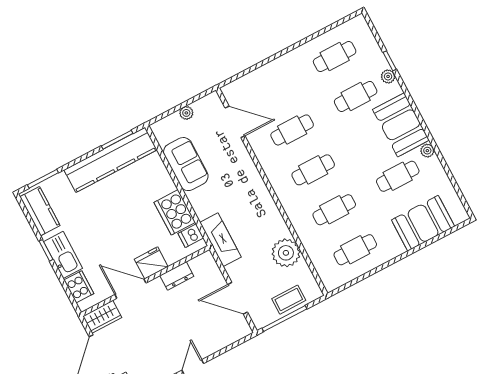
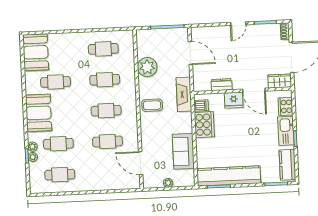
plant: (427, 151) -> (33, 157), moved
booth: (423, 223) -> (36, 52), moved, turned 90
coffee table: (289, 300) -> (152, 105), moved

